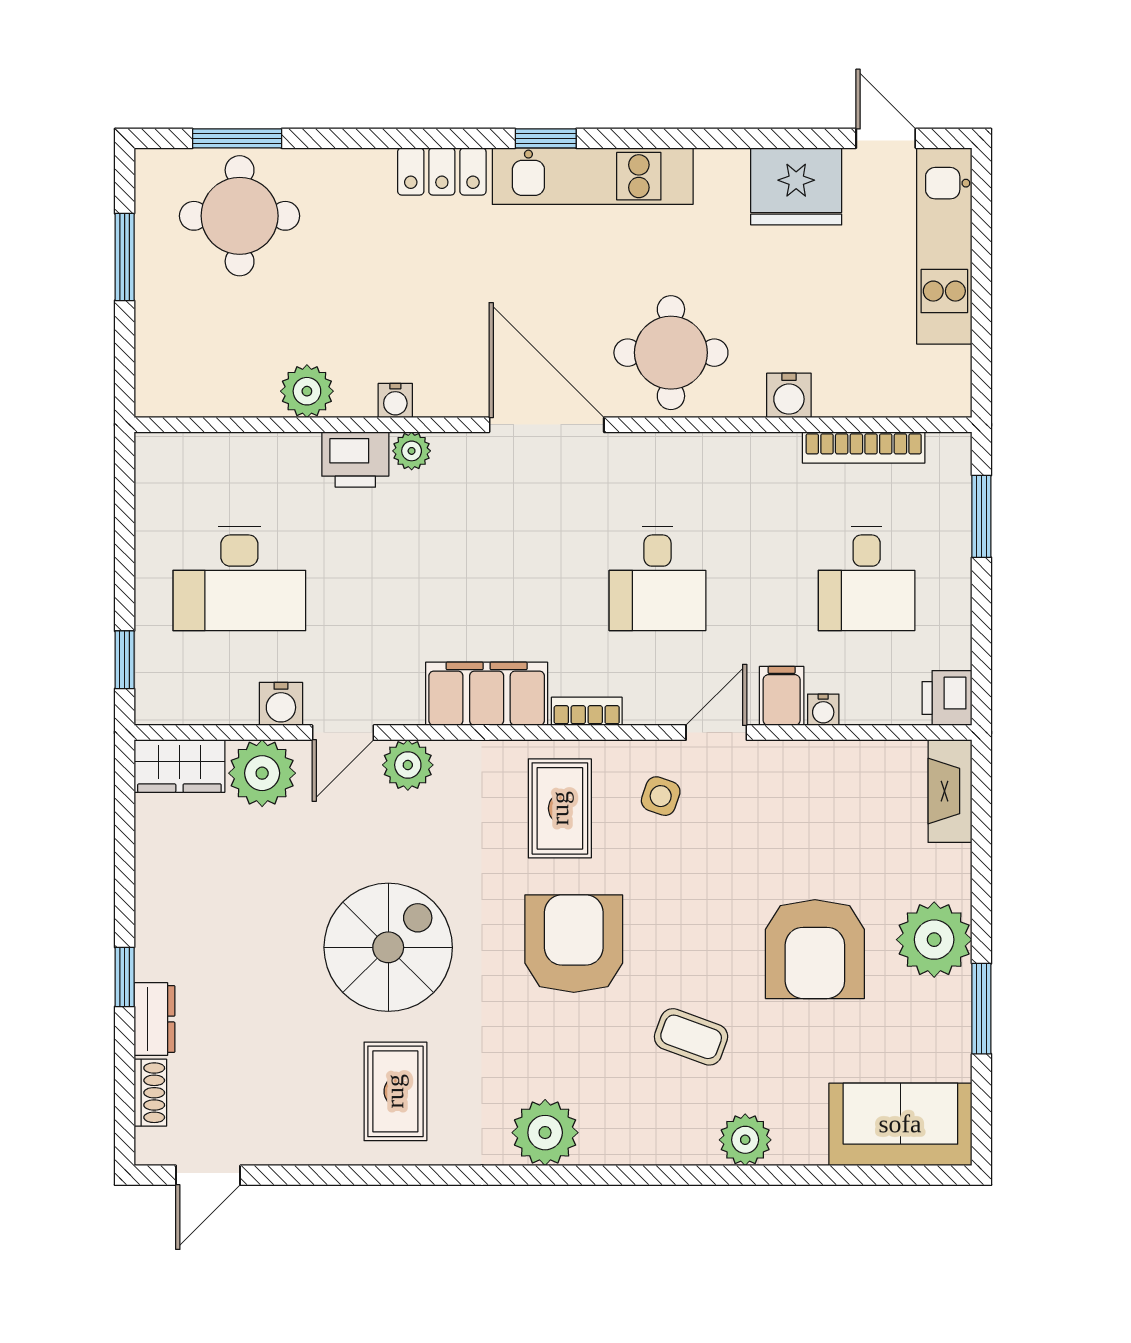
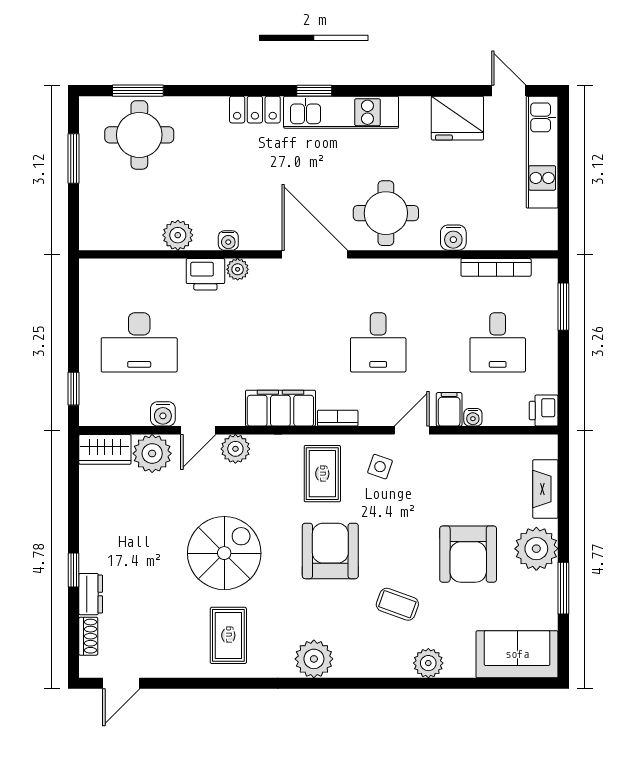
fireplace: (950, 791) -> (545, 489), moved

